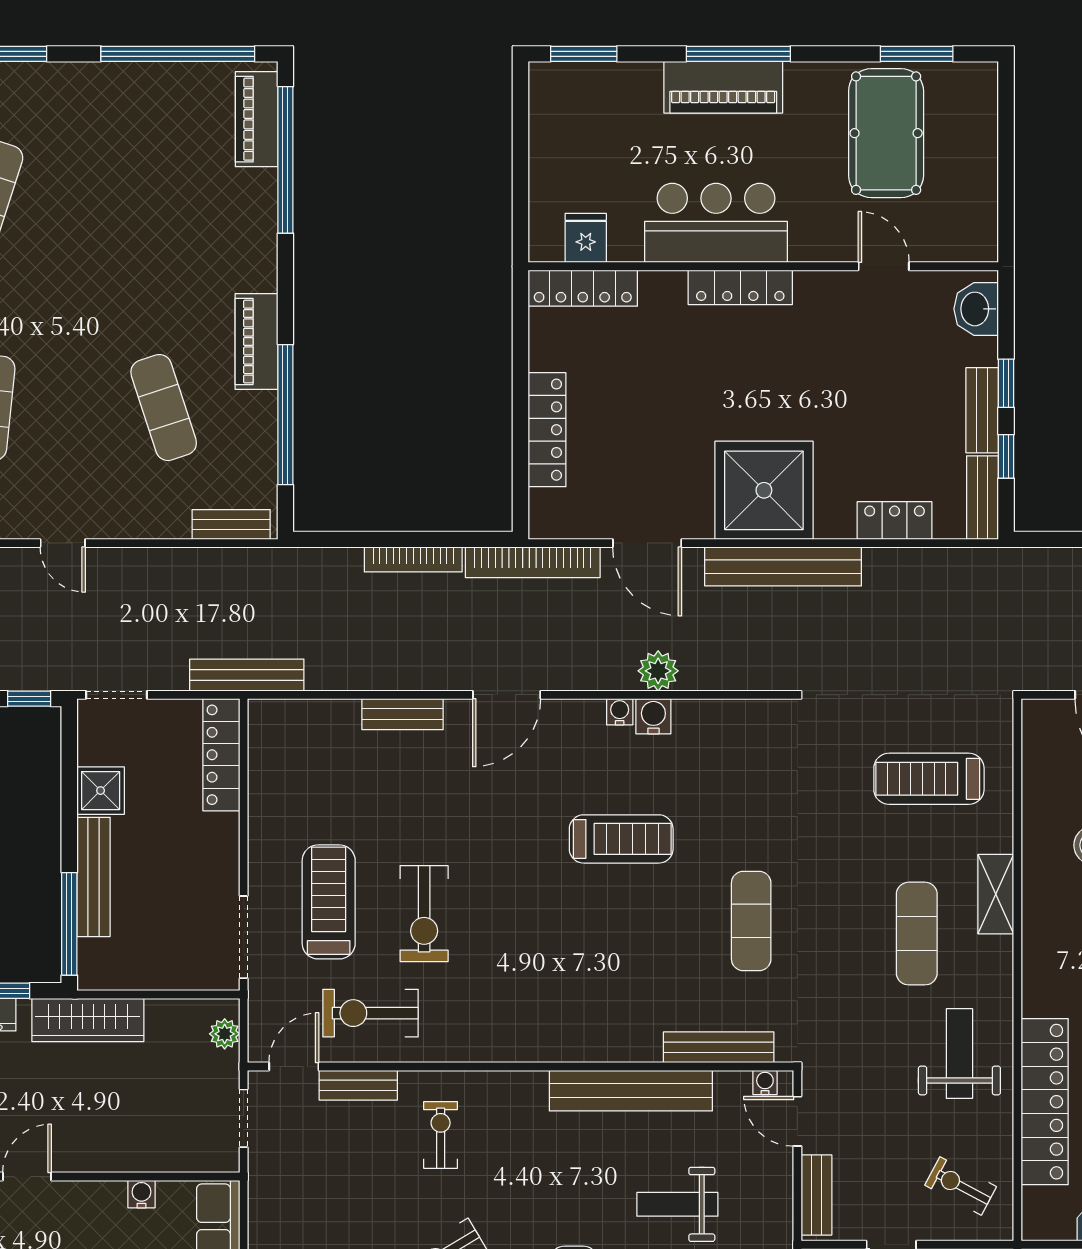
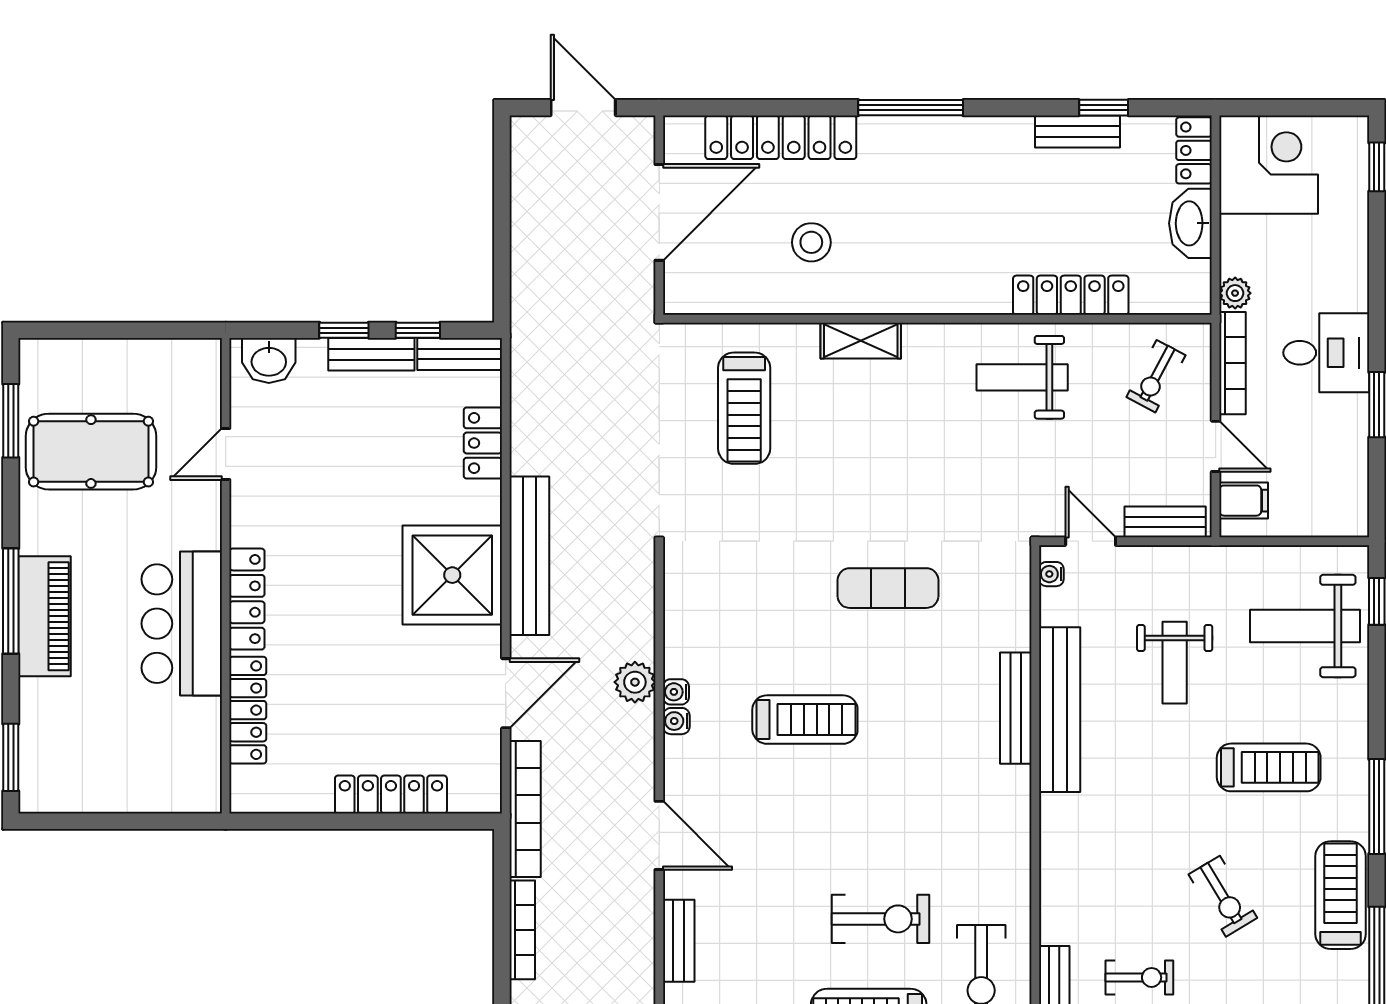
fridge: (586, 238) -> (197, 755), removed
locker: (583, 288) -> (248, 710), moved
water cooler: (653, 716) -> (676, 692), width x0.72, depth x0.72
treadmill: (621, 839) -> (805, 720), turned 90
exercise mat: (917, 934) -> (901, 420), removed
bench: (719, 1047) -> (1016, 708), moved
locker: (1045, 1102) -> (1071, 295), width x0.71, depth x0.83
door: (797, 1121) -> (1091, 541), swing flipped
exercise bike: (441, 1135) -> (1139, 977), moved, turned 180

